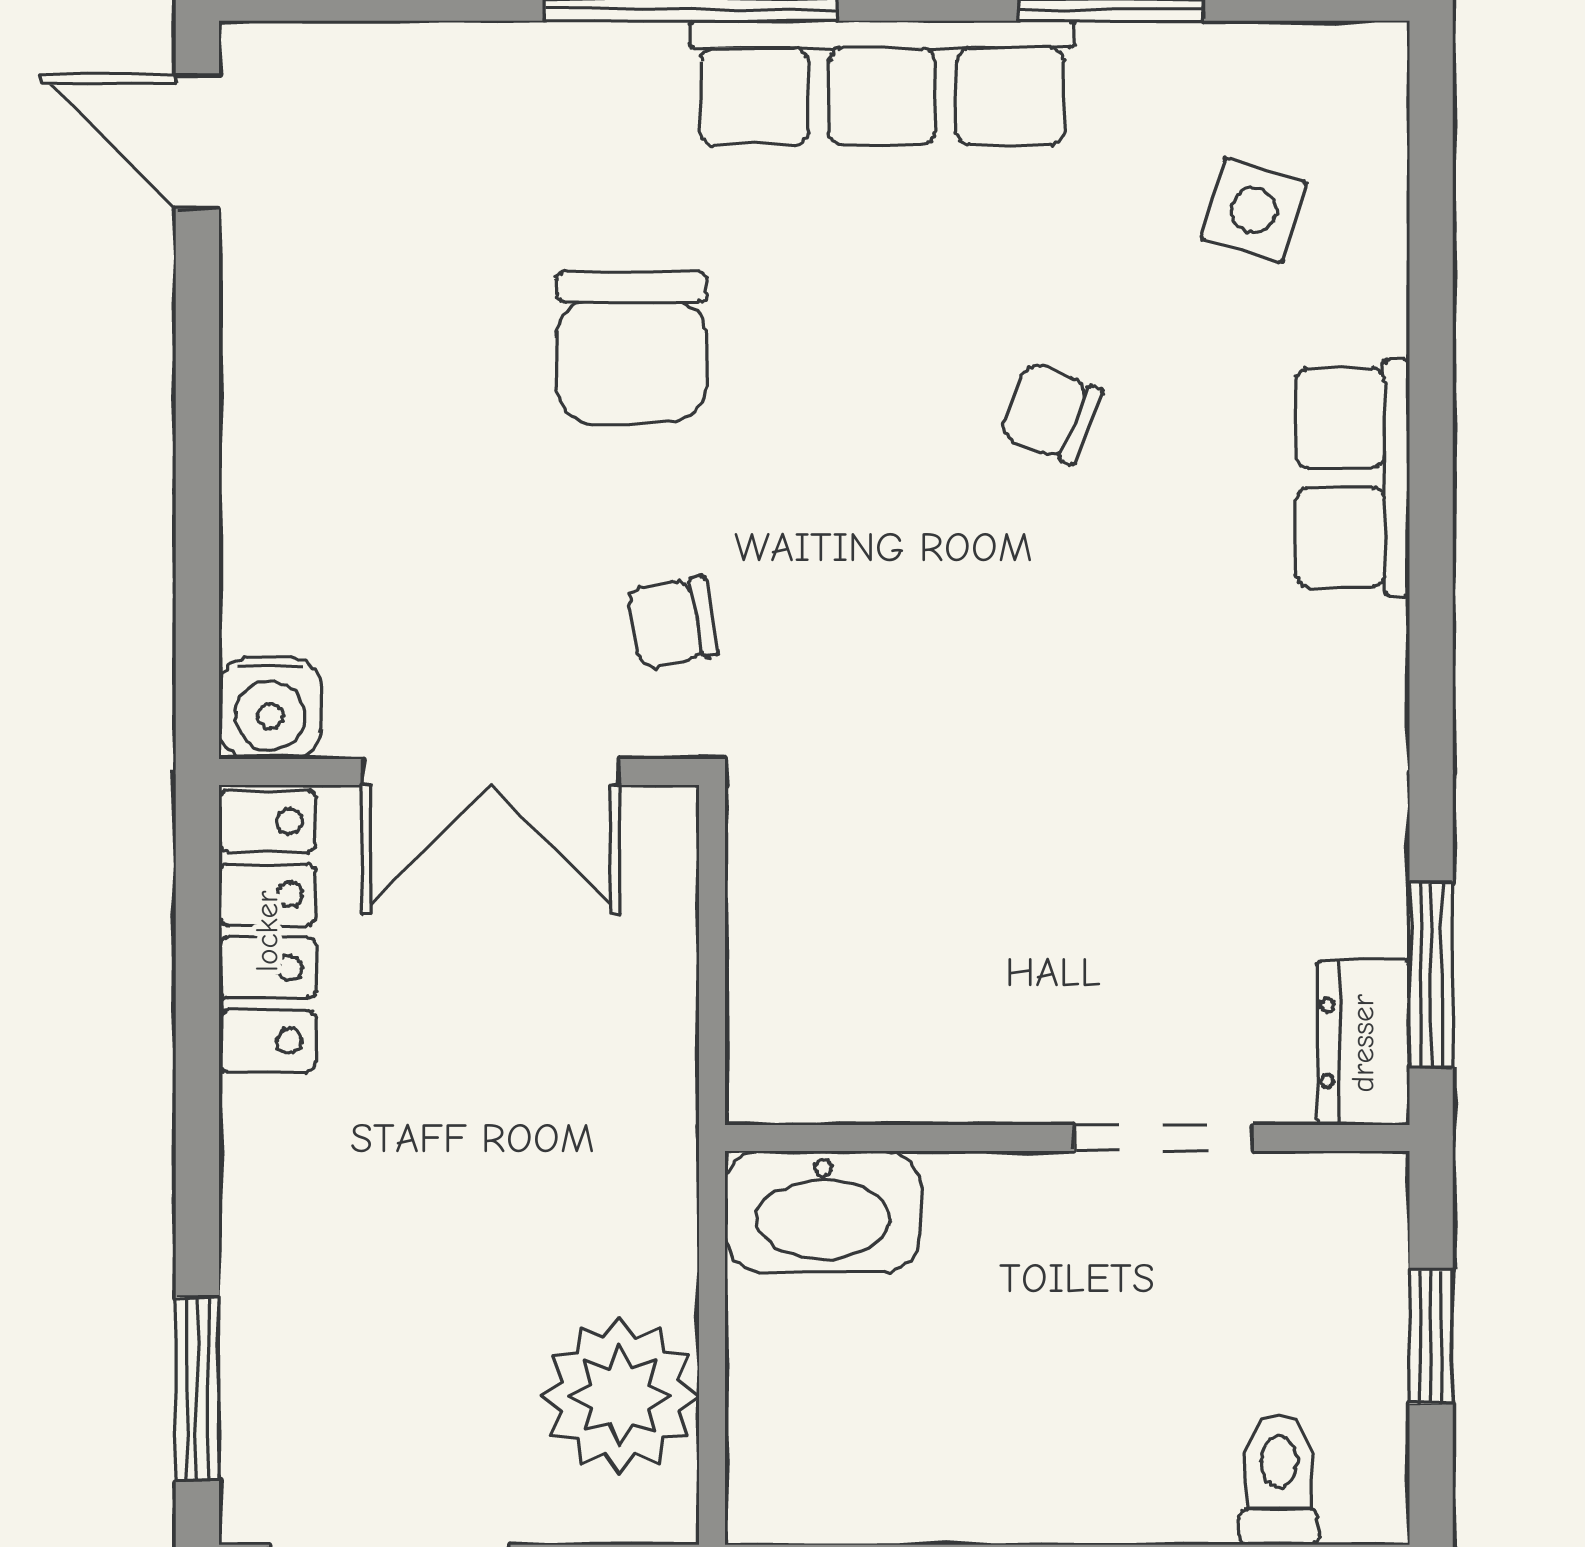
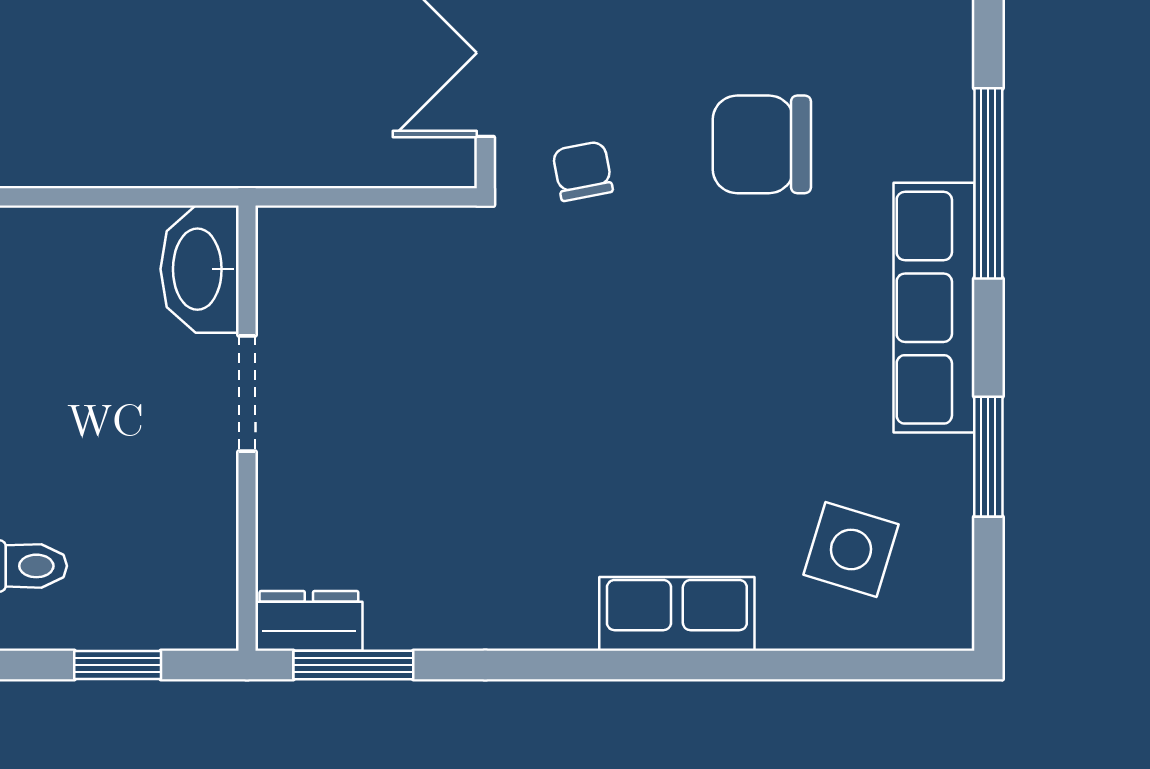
side table: (1254, 210) -> (851, 549), width x1.37, depth x1.37
chair: (1051, 413) -> (719, 417), removed
doorway: (1163, 1138) -> (247, 394), moved
plant: (620, 1396) -> (79, 137), removed

